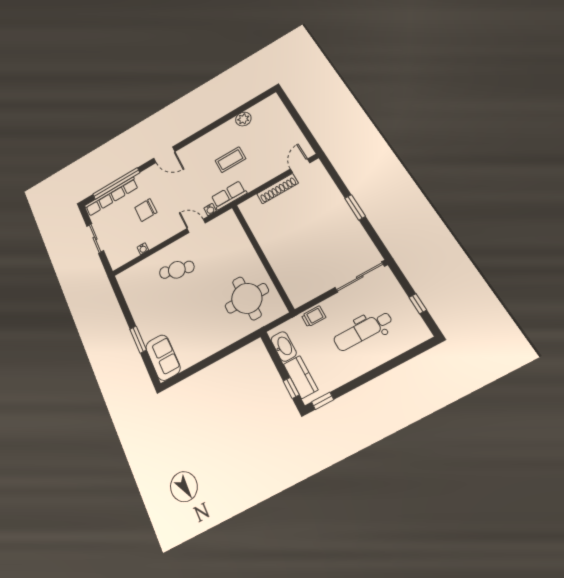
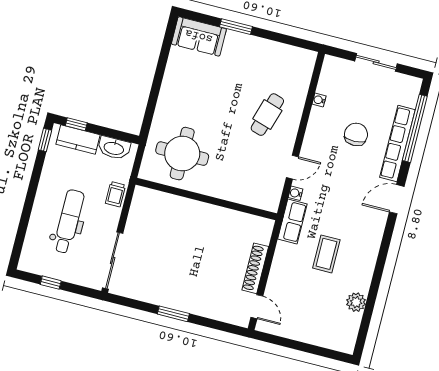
row of seats: (111, 196) -> (397, 143), moved

